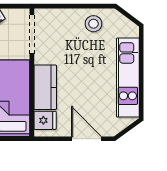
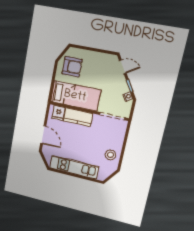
door: (86, 139) -> (43, 135), hinge flipped

